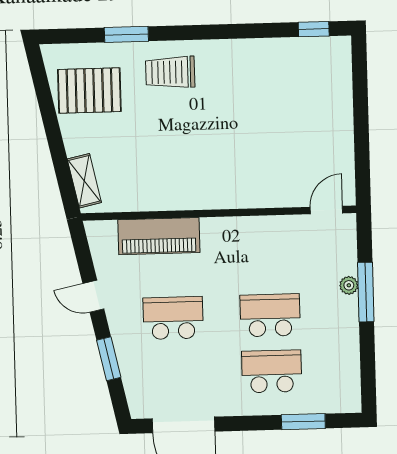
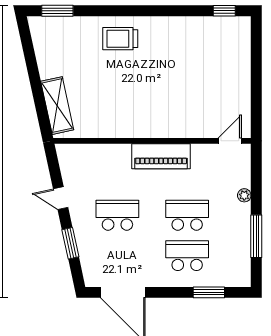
window: (126, 34) -> (57, 11), moved
pallet: (89, 91) -> (62, 50), removed
shelving: (84, 181) -> (57, 106), width x1.50, depth x1.33
piano: (159, 236) -> (161, 156), moved
window: (366, 292) -> (256, 236), moved

